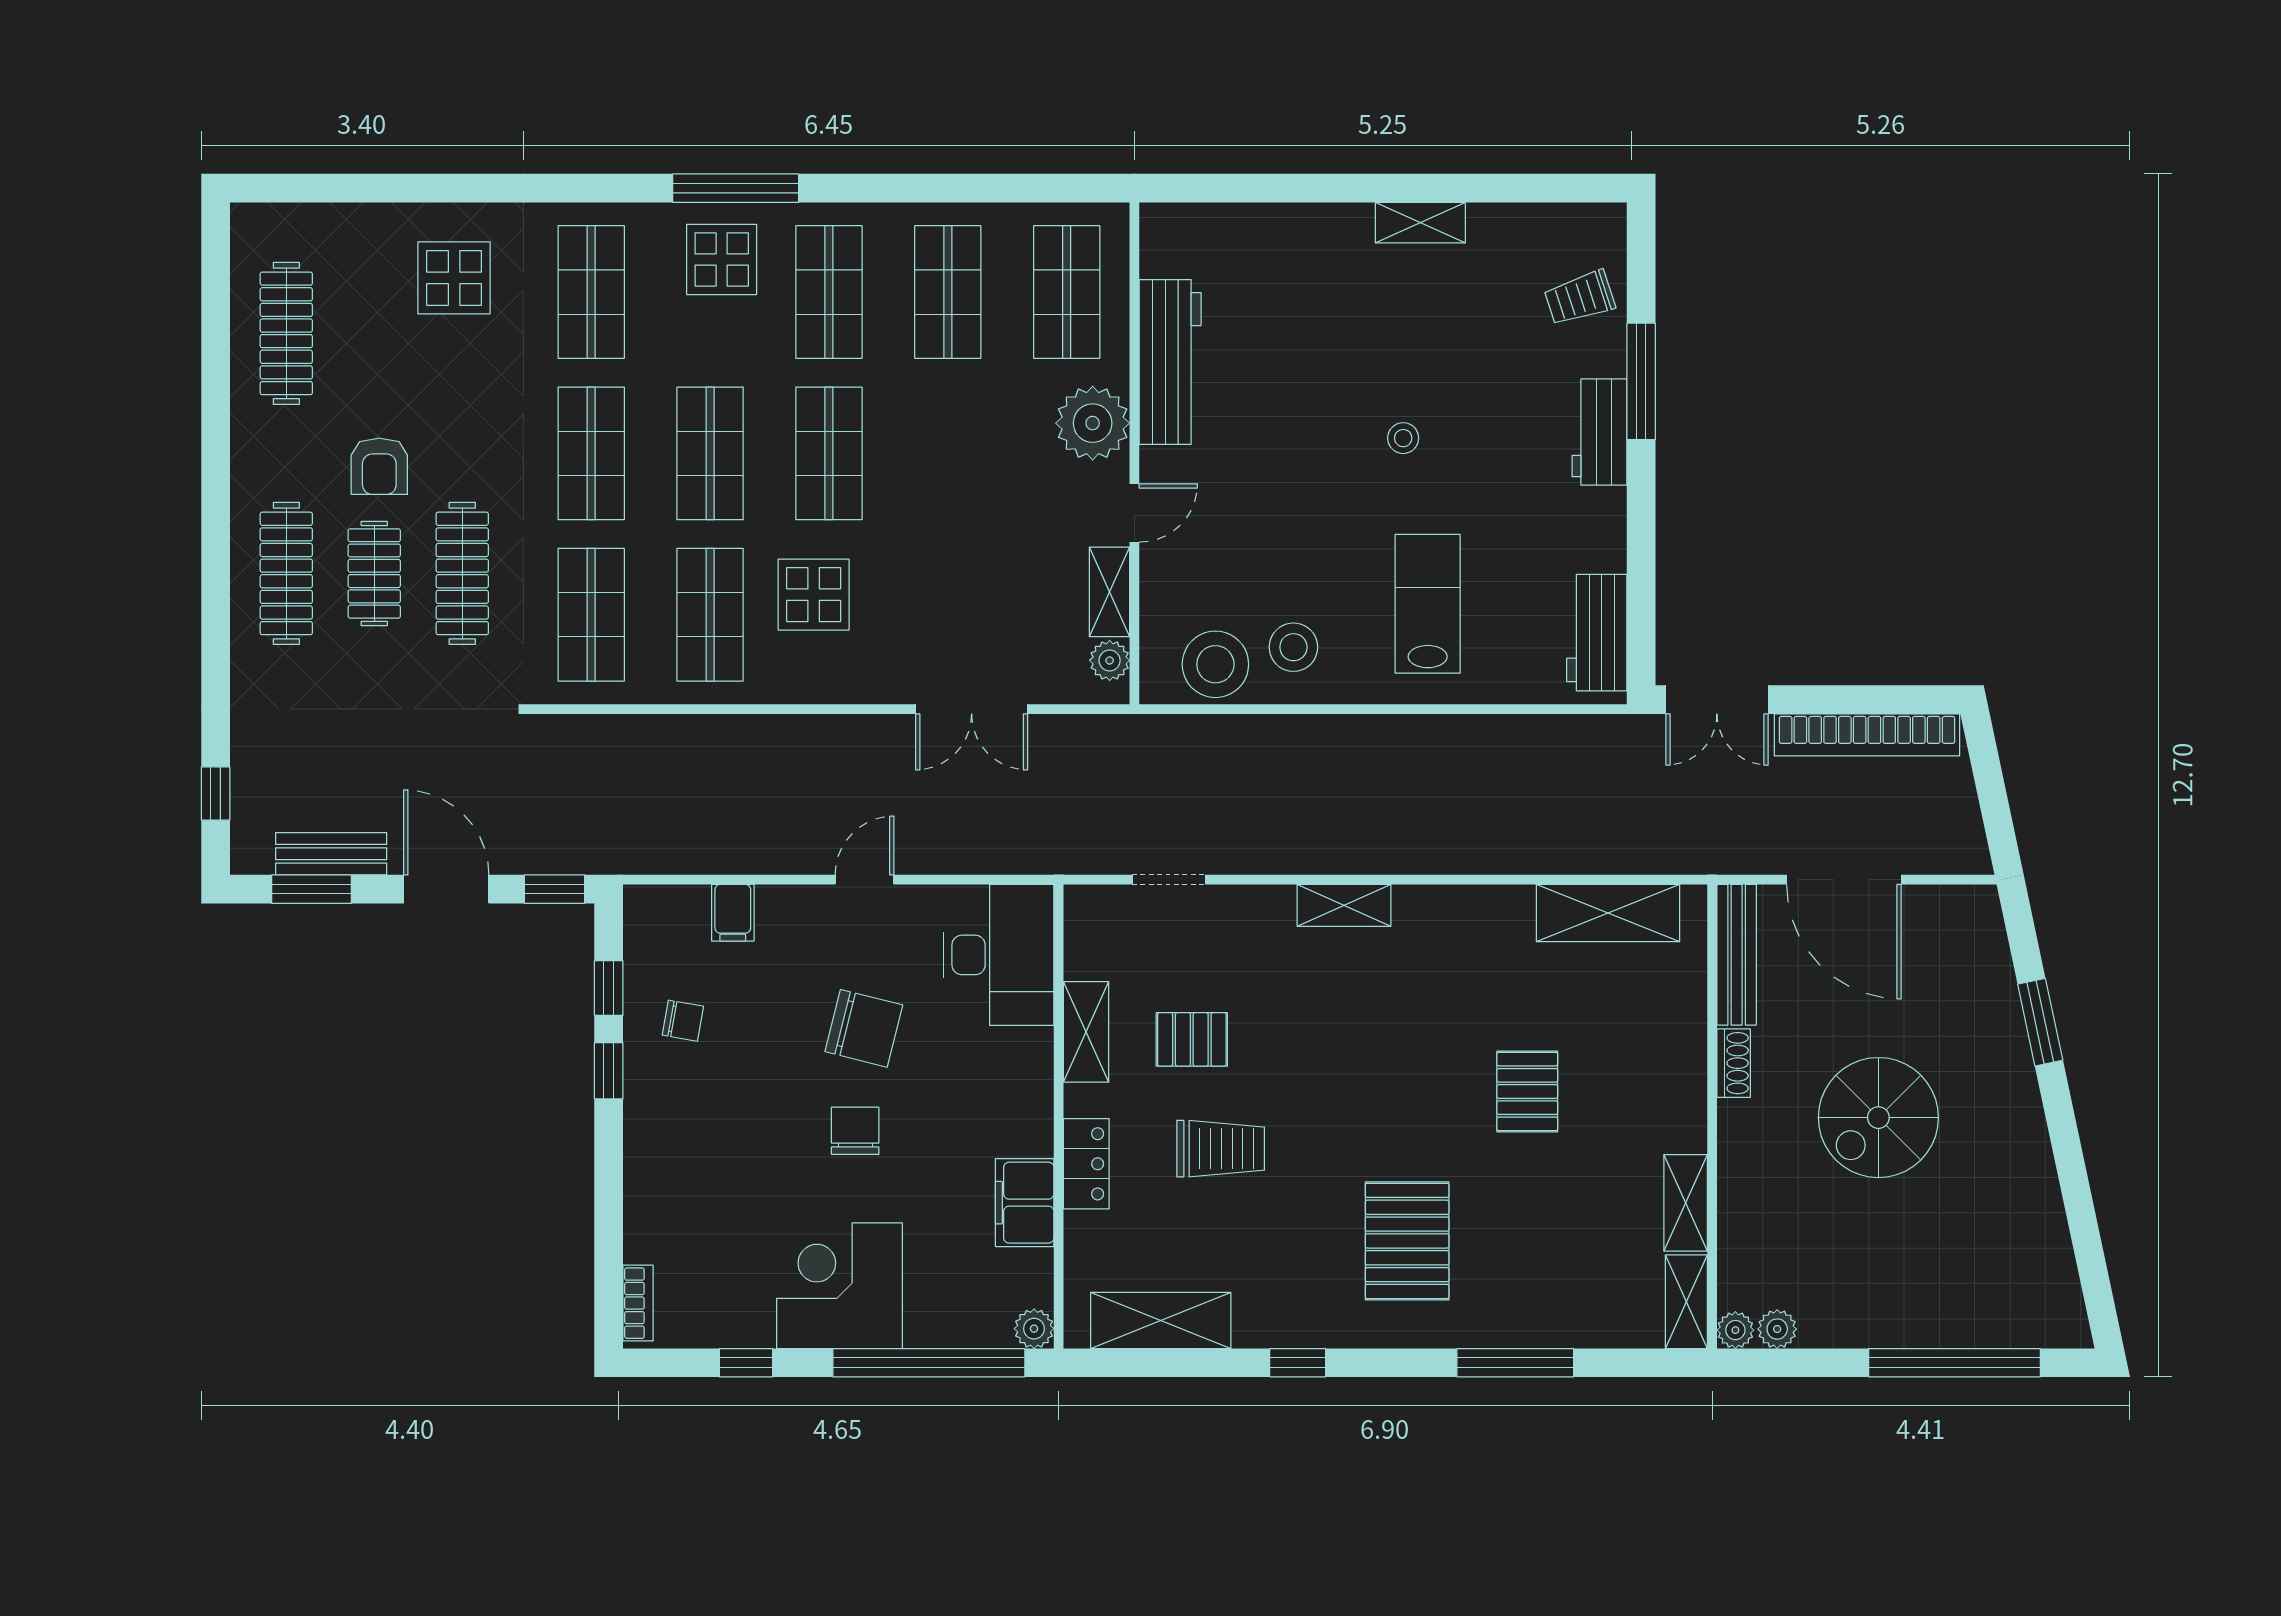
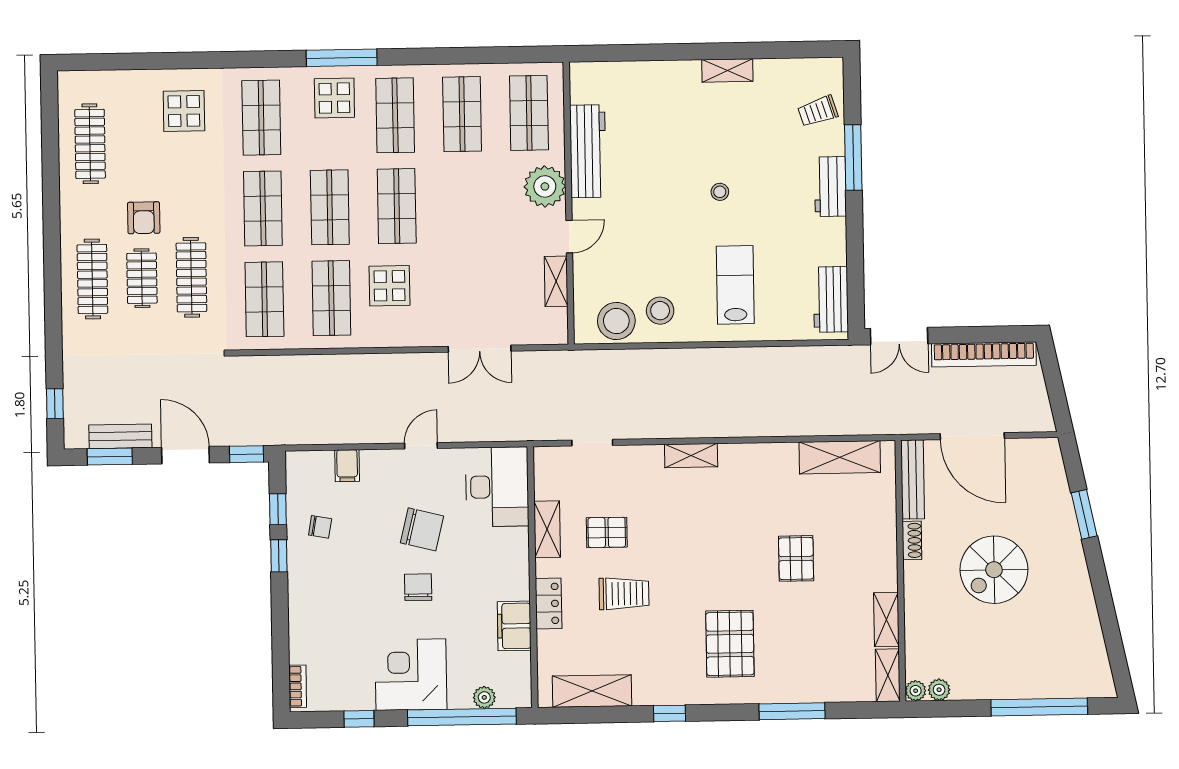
plant: (1110, 660) -> (557, 320), removed
plant: (1034, 1329) -> (484, 697), moved

